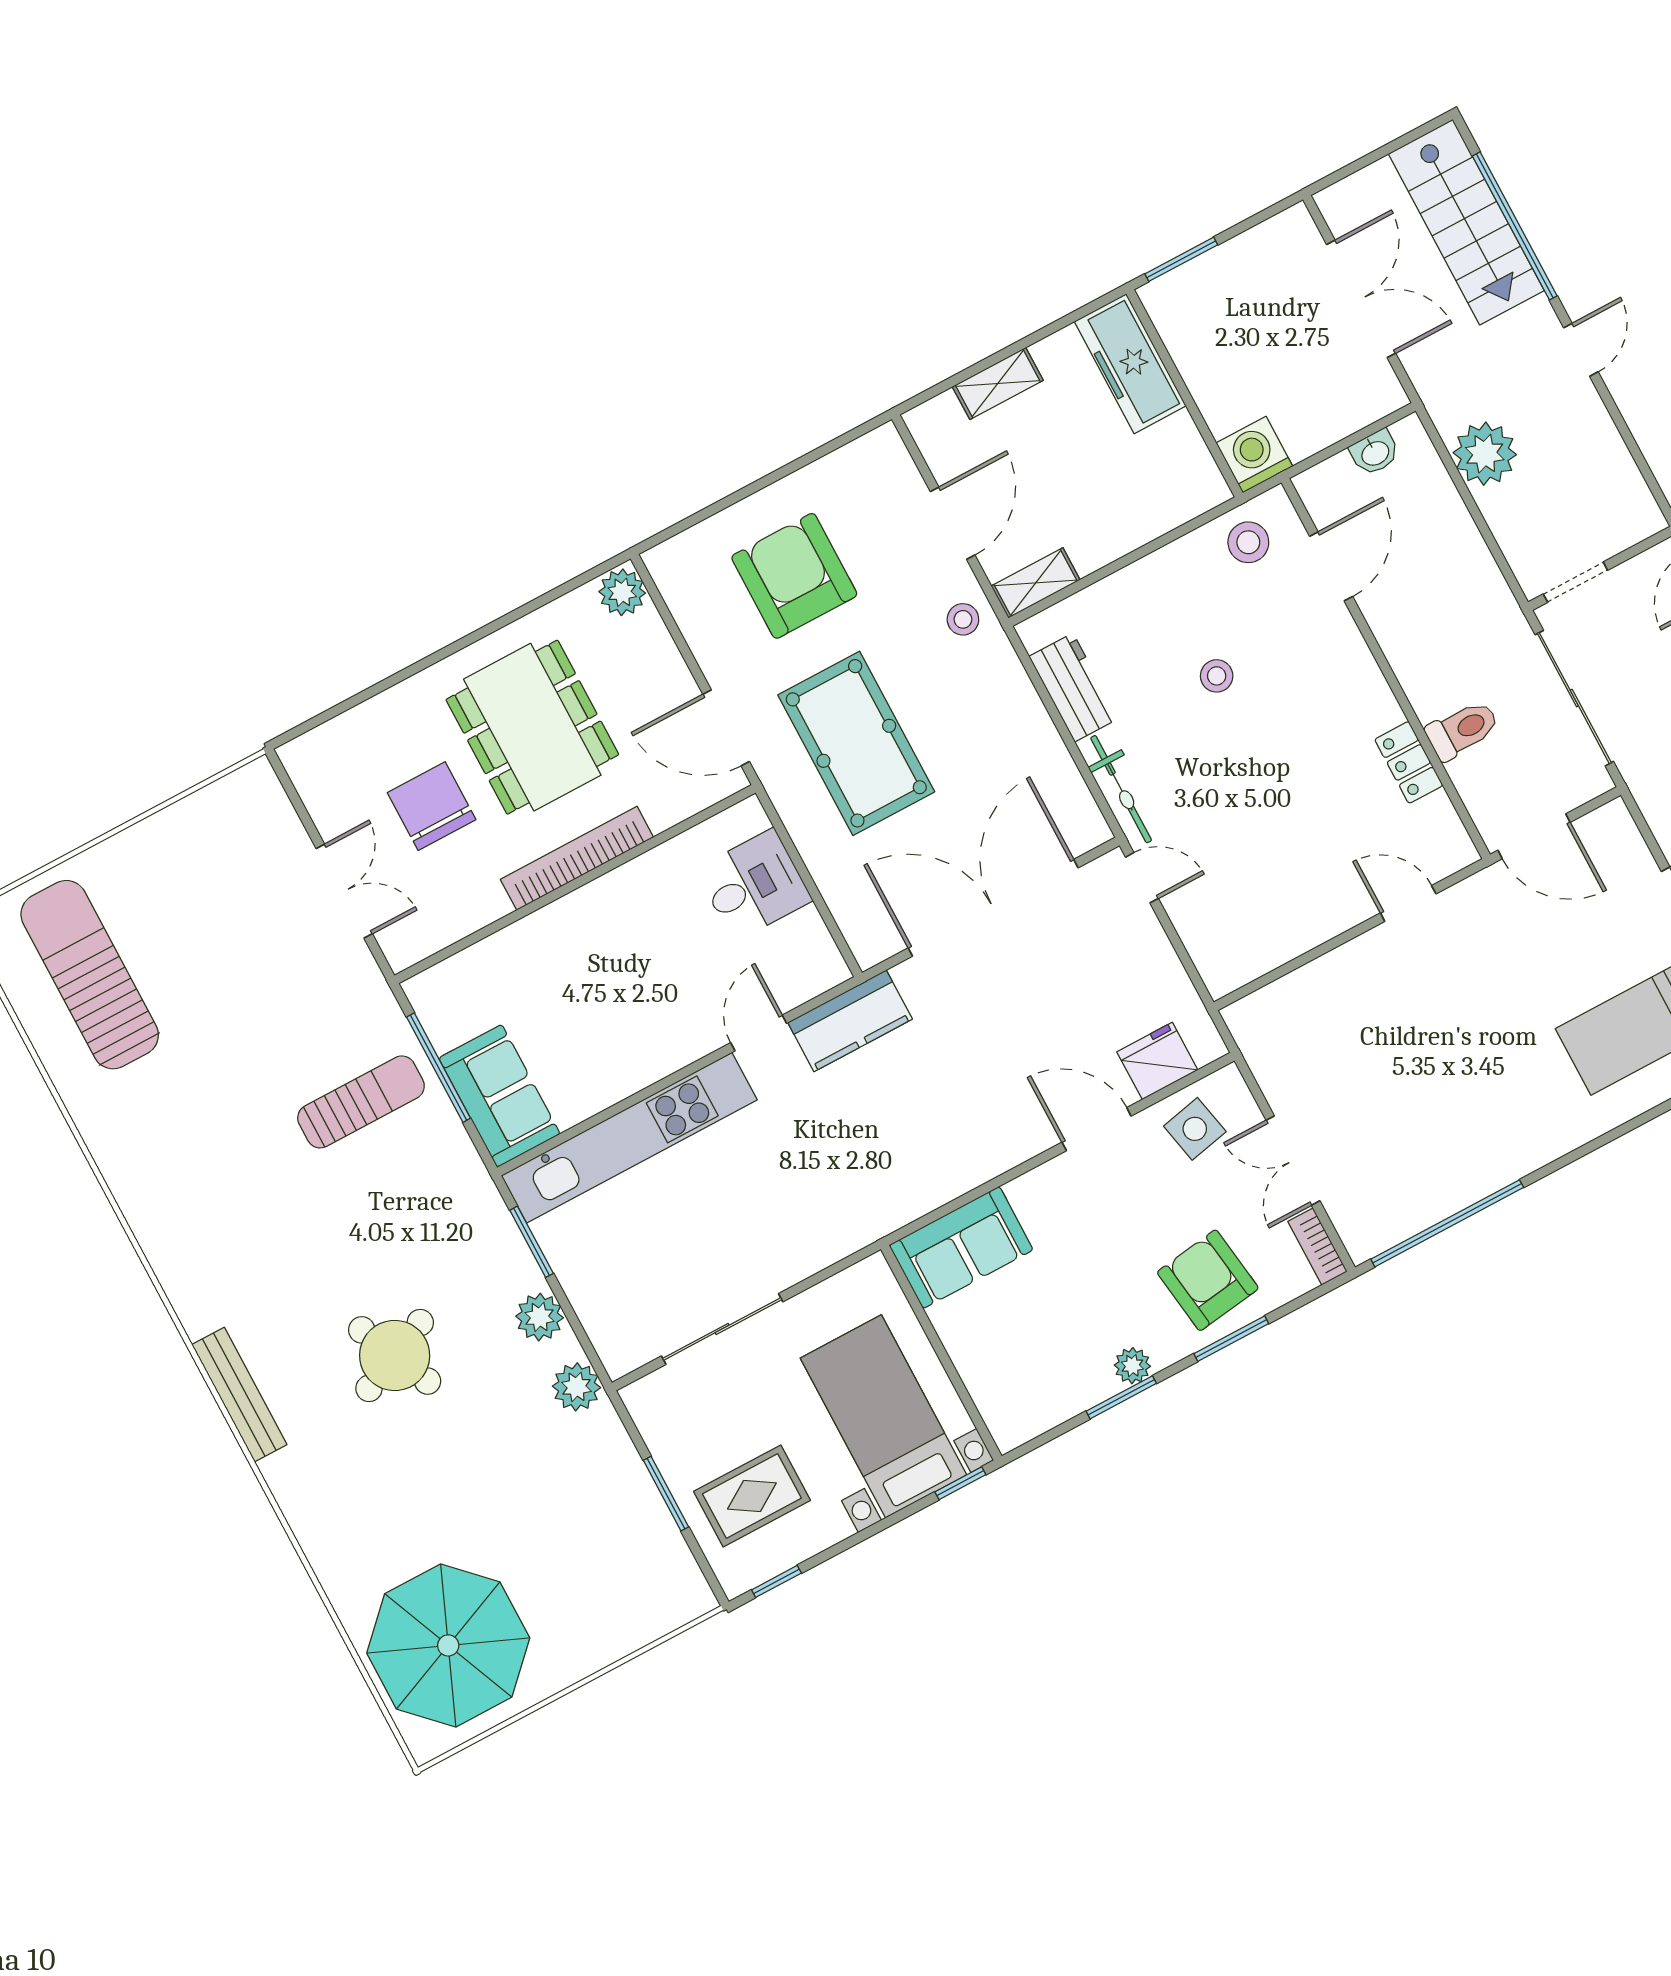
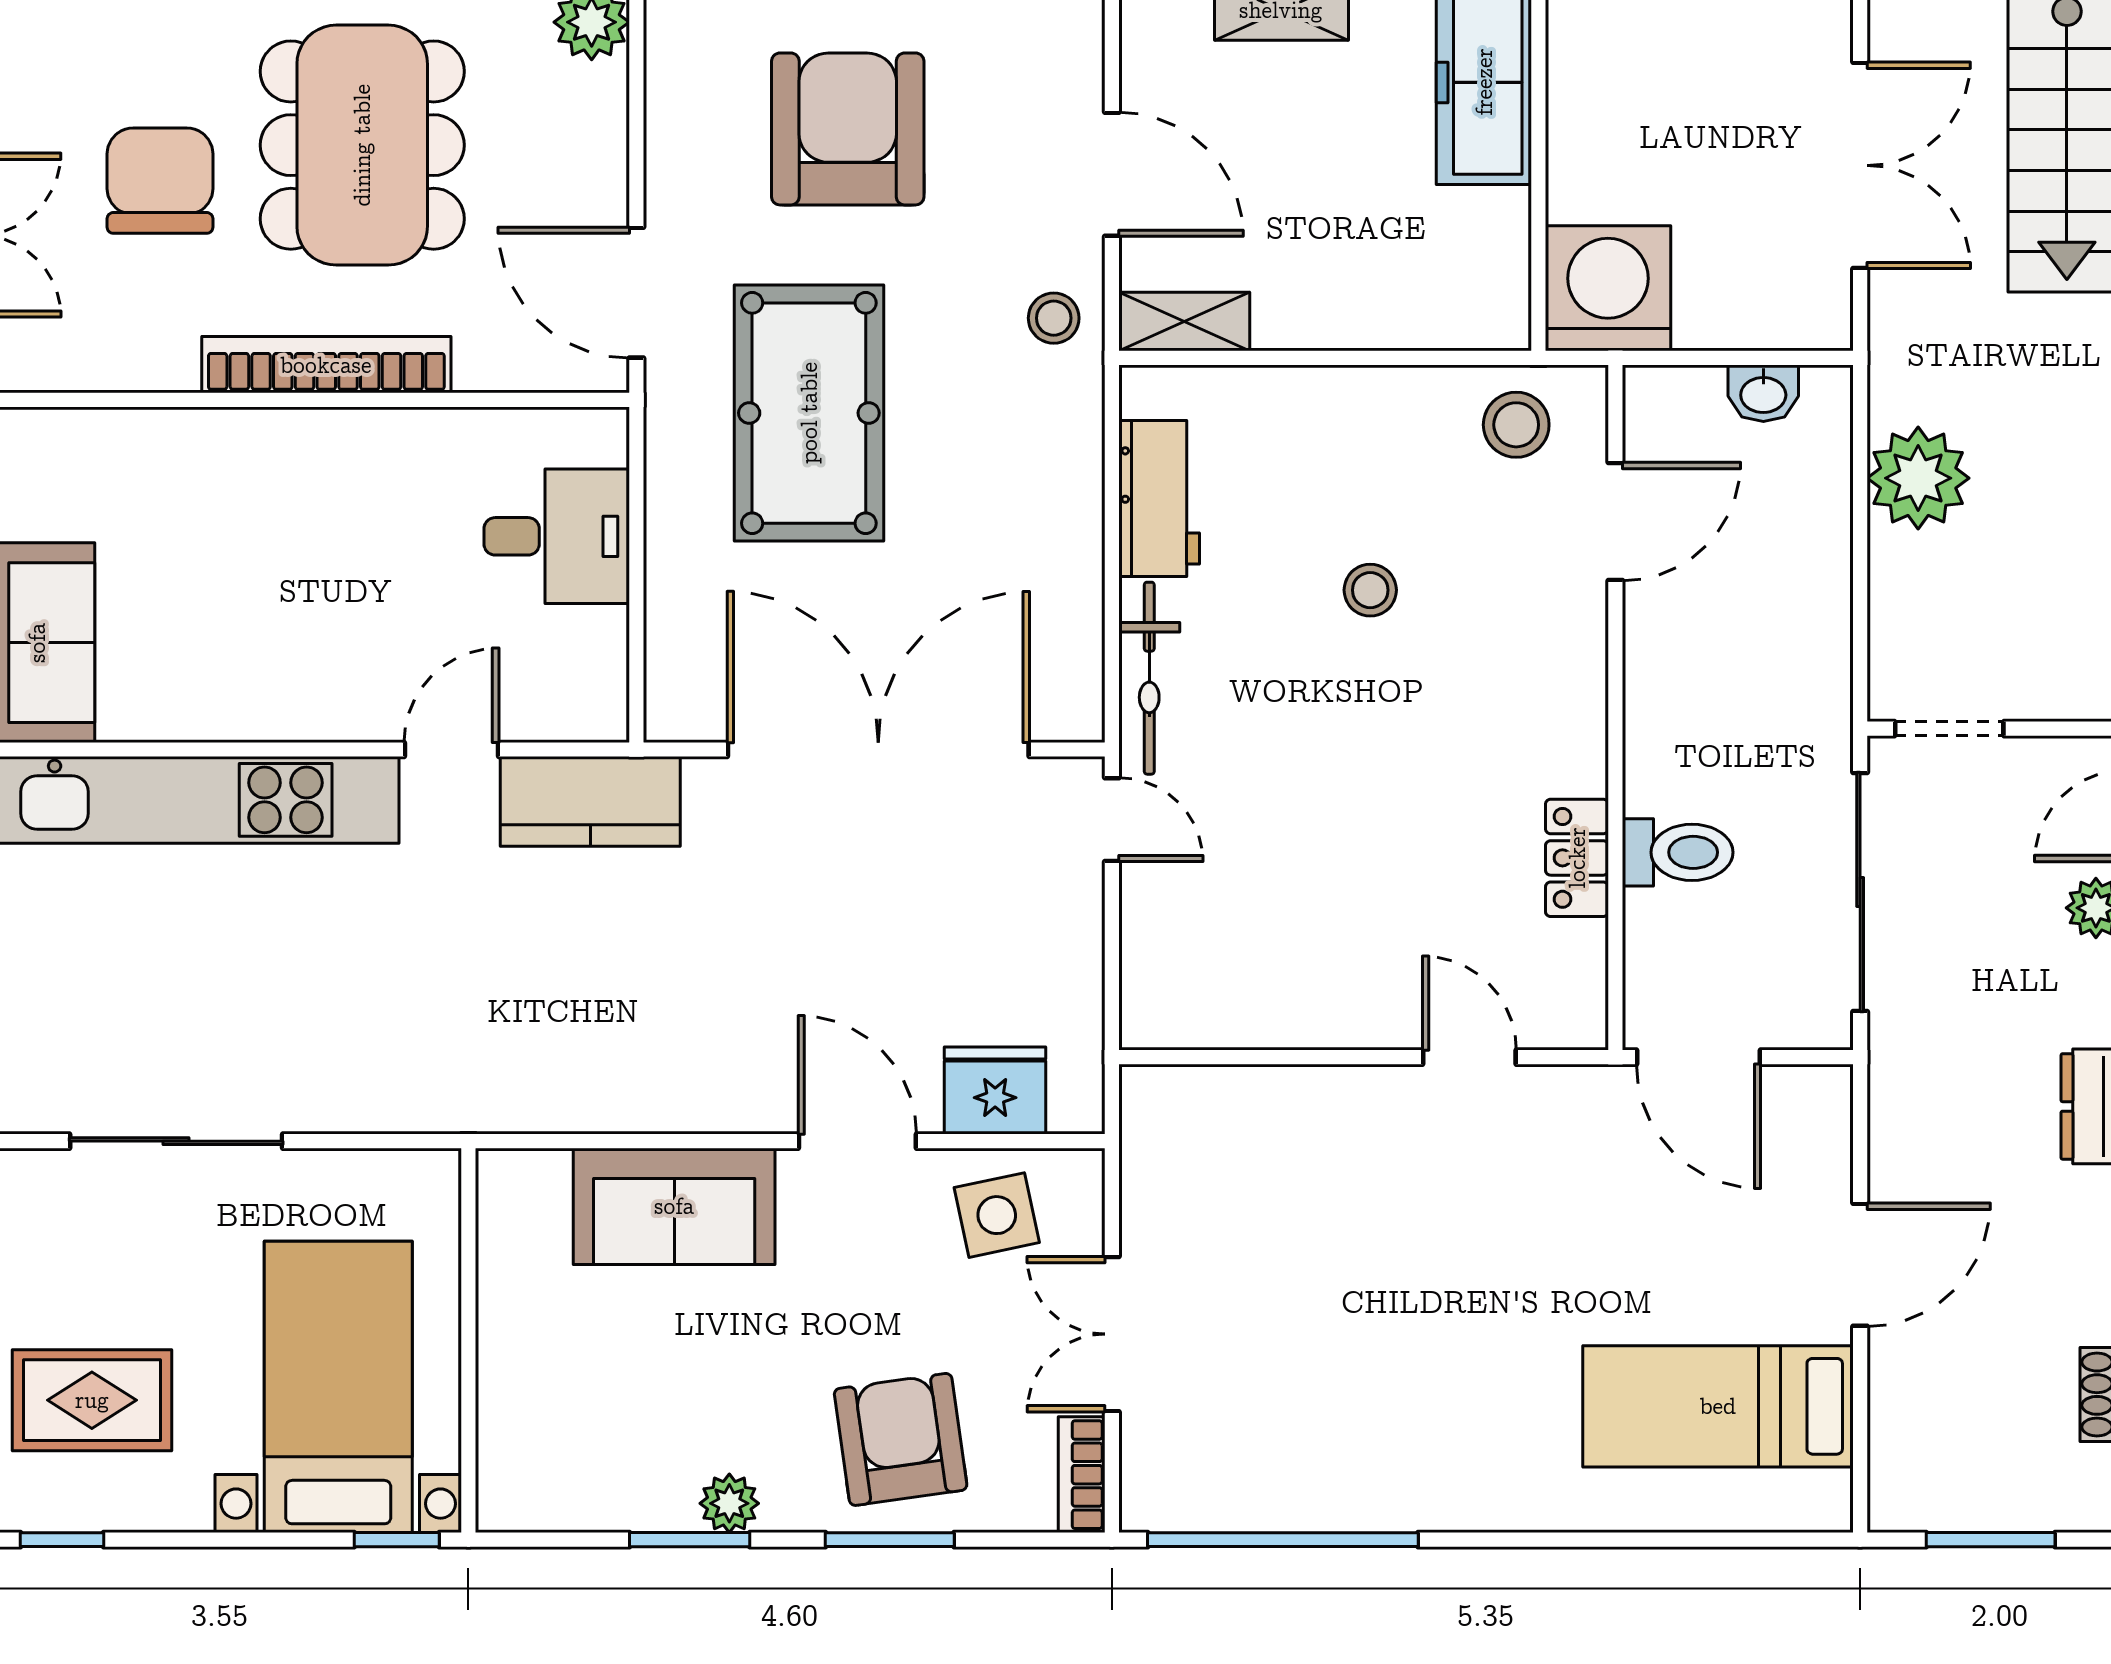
washing machine: (1254, 455) -> (1608, 288), width x1.37, depth x1.37
door: (953, 523) -> (1112, 174), hinge flipped
sofa: (961, 1247) -> (674, 1206), moved

